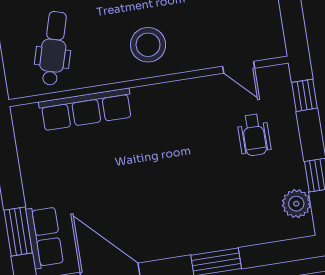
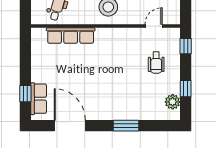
door: (239, 67) -> (154, 26), swing flipped
window: (18, 232) -> (25, 94), width x0.67

